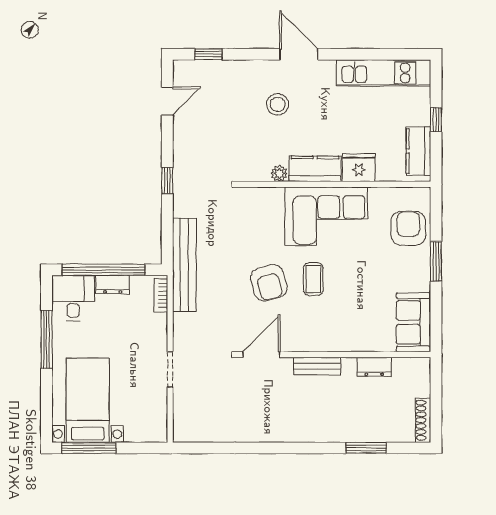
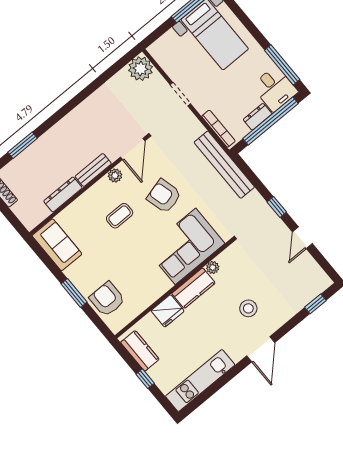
door: (299, 54) -> (261, 349), hinge flipped
door: (167, 101) -> (302, 238), moved
corner sofa: (326, 216) -> (185, 246), moved
armchair: (408, 228) -> (107, 299), turned 180
coffee table: (313, 279) -> (120, 216), moved, turned 90
bookcase: (161, 295) -> (218, 129), width x1.56
window: (47, 339) -> (282, 65), moved
plant: (300, 343) -> (115, 175), added
dresser: (374, 367) -> (63, 194), width x1.44
plant: (188, 427) -> (141, 69), added

